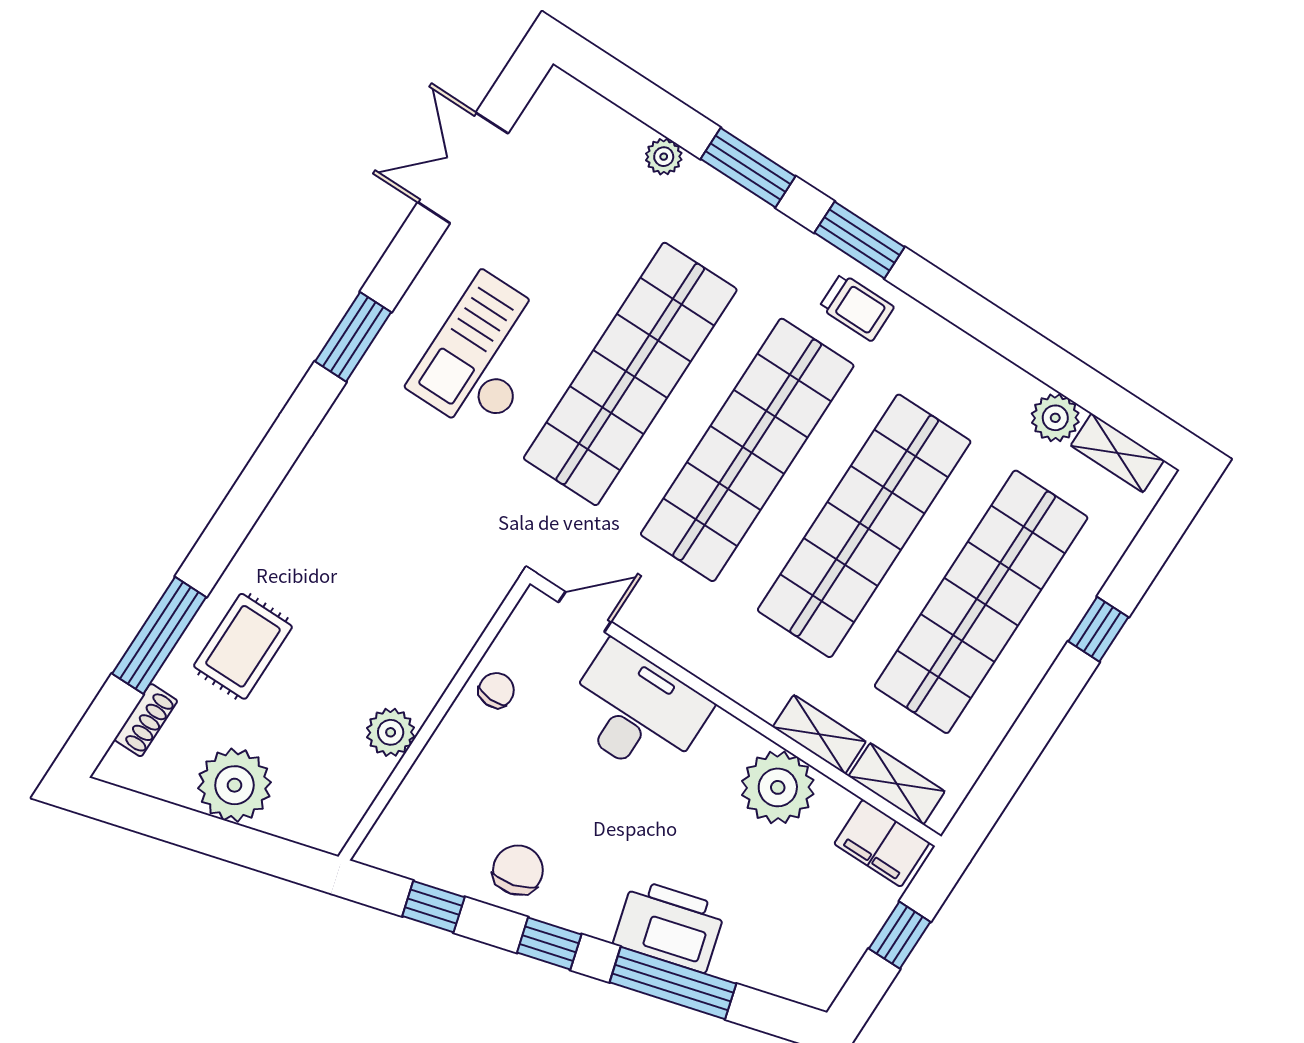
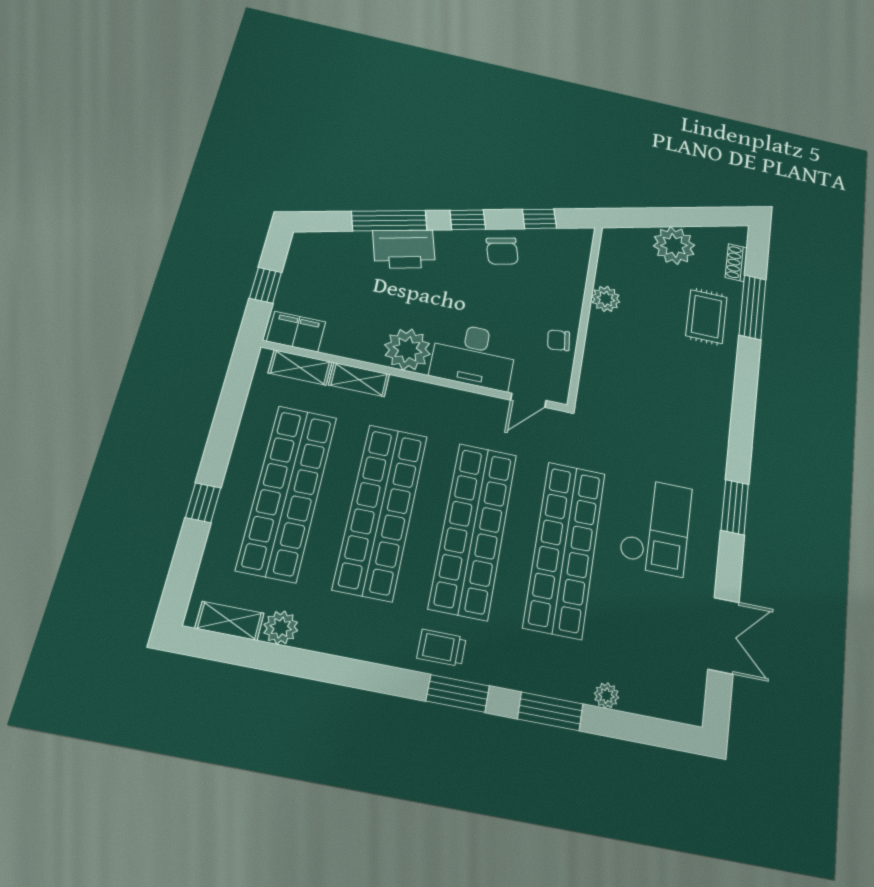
chair: (496, 690) -> (559, 340), turned 81
plant: (778, 787) -> (407, 349), moved

